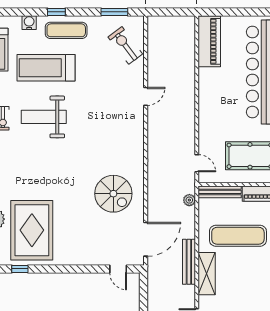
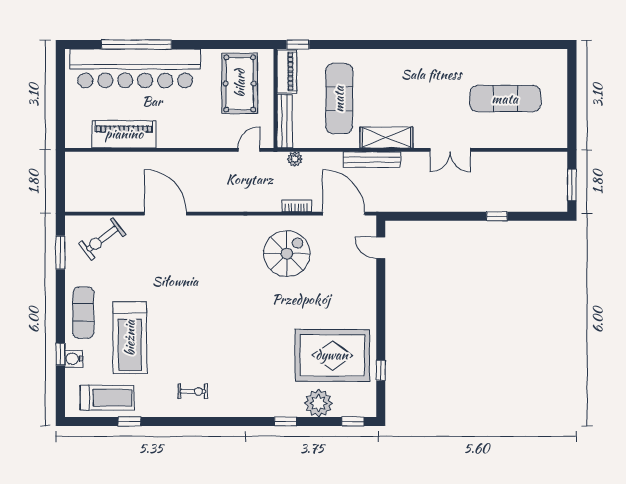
window: (56, 12) -> (60, 354), moved
piano: (209, 41) -> (124, 134), moved
door: (146, 96) -> (165, 214), width x1.88
weight bench: (44, 117) -> (191, 340), removed
bookcase: (152, 201) -> (296, 206), added
door: (118, 269) -> (381, 248), swing flipped

